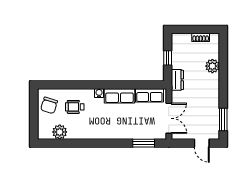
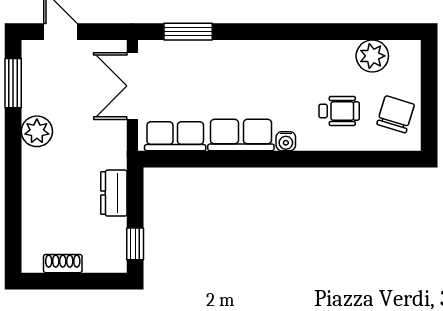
window: (168, 58) -> (135, 244), moved
plant: (212, 66) -> (37, 131), moved
dresser: (177, 80) -> (114, 193), moved

